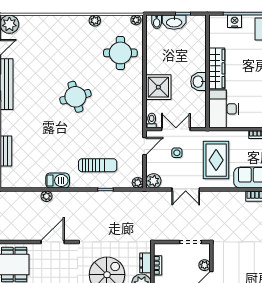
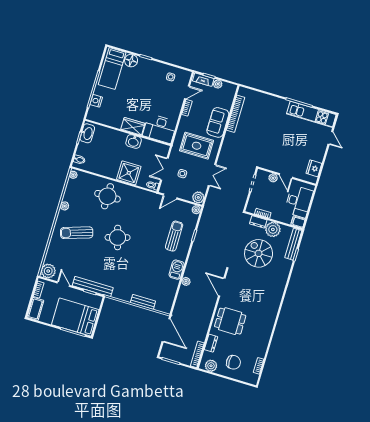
washbasin: (174, 22) -> (87, 133), moved
sun lounger: (66, 45) -> (77, 233), added
round table: (120, 53) -> (107, 196), moved
wardrobe: (217, 68) -> (133, 126), width x0.67
door: (144, 146) -> (170, 196), swing flipped

